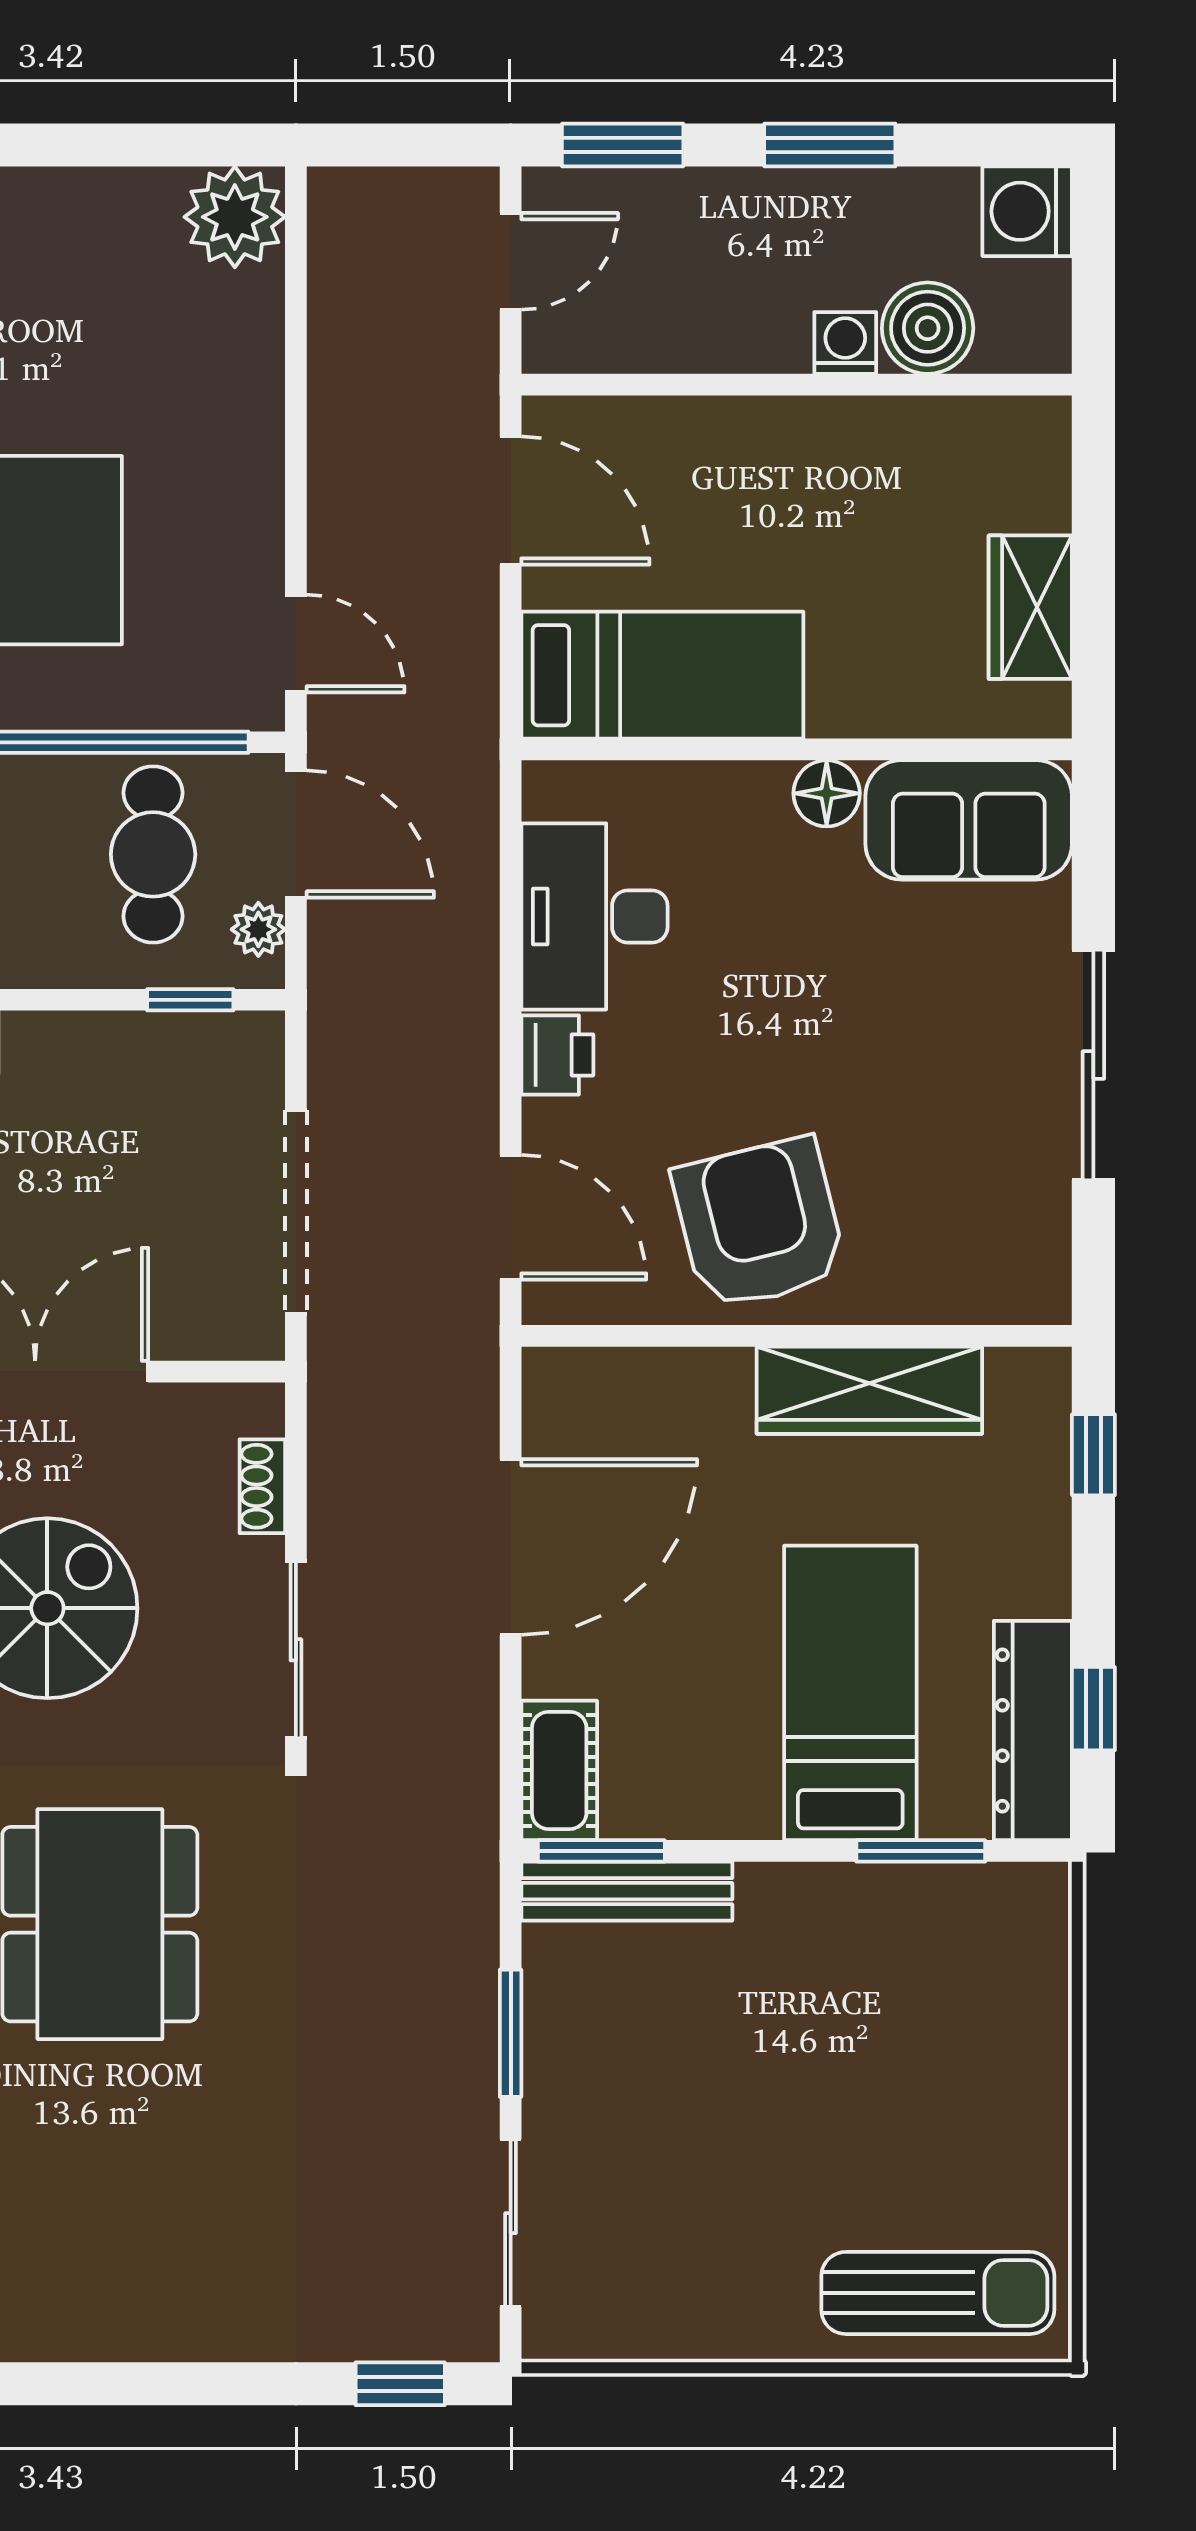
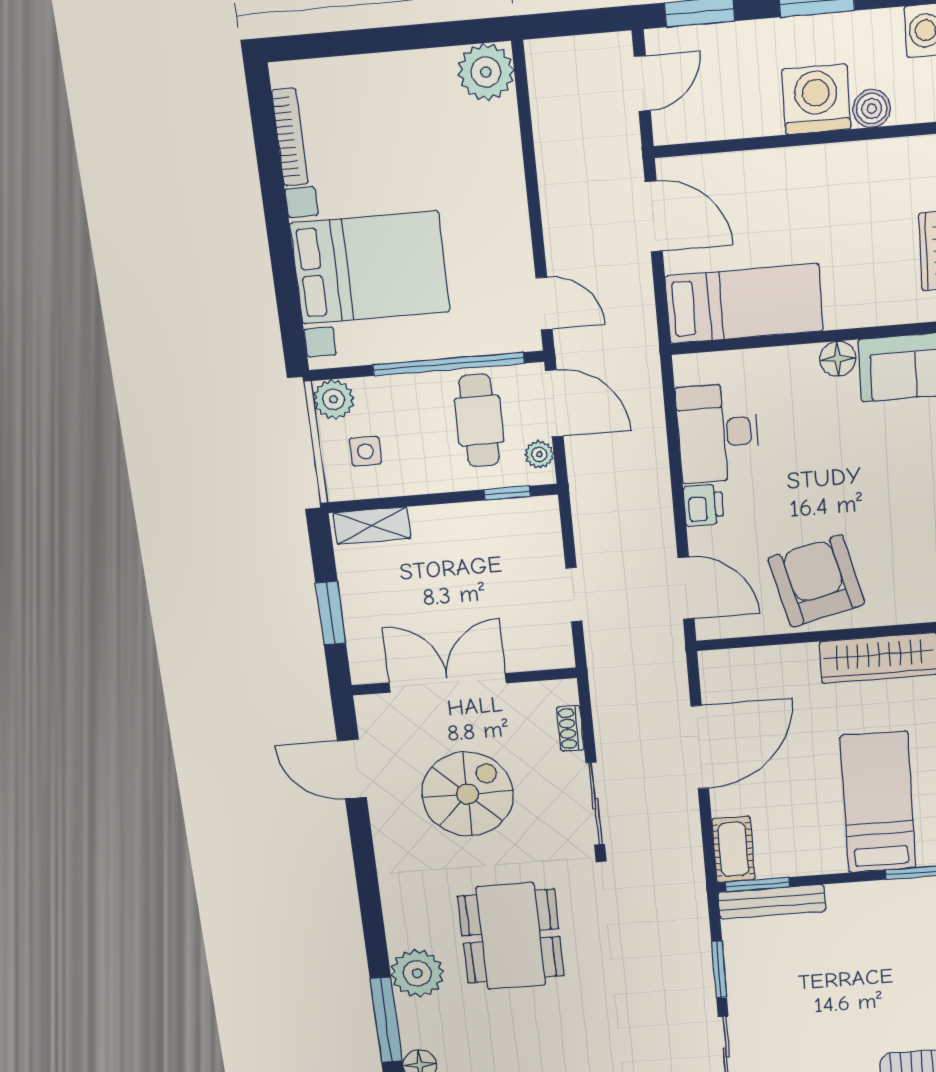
boiler: (928, 328) -> (872, 109), width x0.73, depth x0.73
washing machine: (845, 343) -> (816, 99), width x1.89, depth x1.89
doorway: (296, 1212) -> (574, 595), width x0.53

